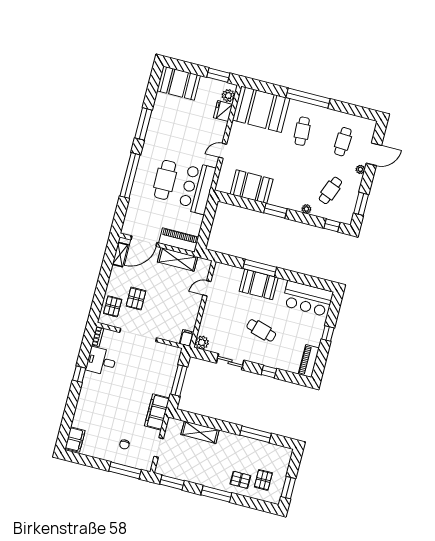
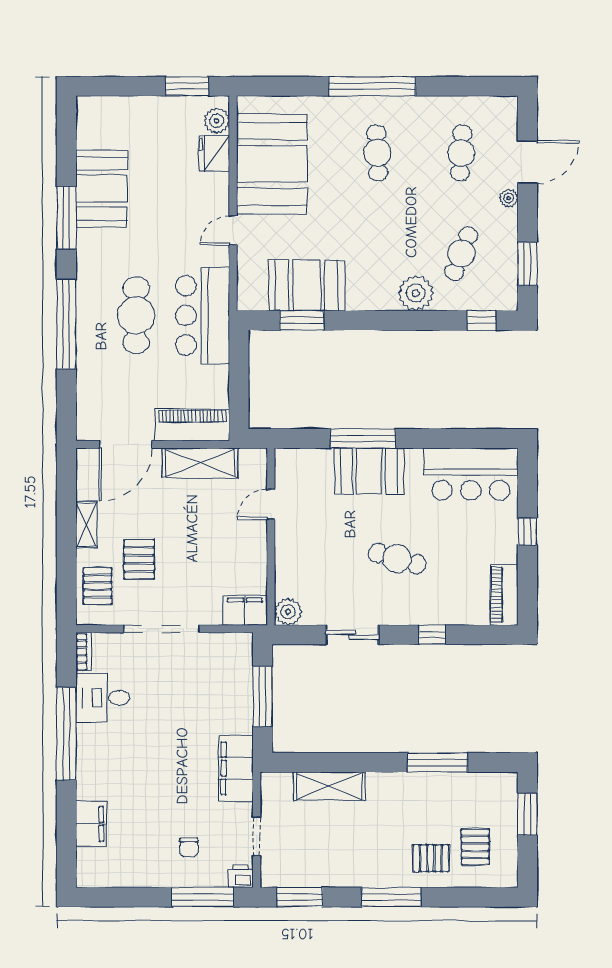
booth: (179, 83) -> (102, 189), moved, turned 90
booth: (261, 109) -> (272, 164), moved, turned 90
plant: (306, 209) -> (416, 293), width x1.87, depth x1.87
window: (275, 211) -> (302, 320), moved
shelving: (120, 255) -> (86, 524), moved
filing cabinet: (187, 338) -> (245, 610), width x2.00
window: (79, 374) -> (66, 734), width x3.17
filing cabinet: (75, 440) -> (91, 824), moved
printer: (146, 465) -> (241, 876), added
window: (288, 488) -> (527, 814), moved

